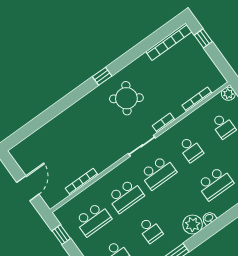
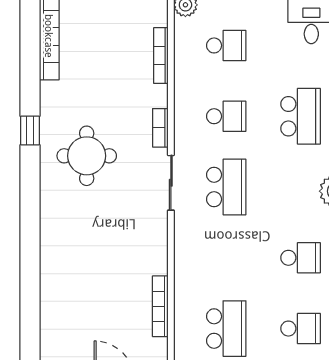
window: (102, 76) -> (30, 130), moved
round table: (126, 98) -> (87, 156), turned -33
school desk: (126, 196) -> (226, 258), removed

